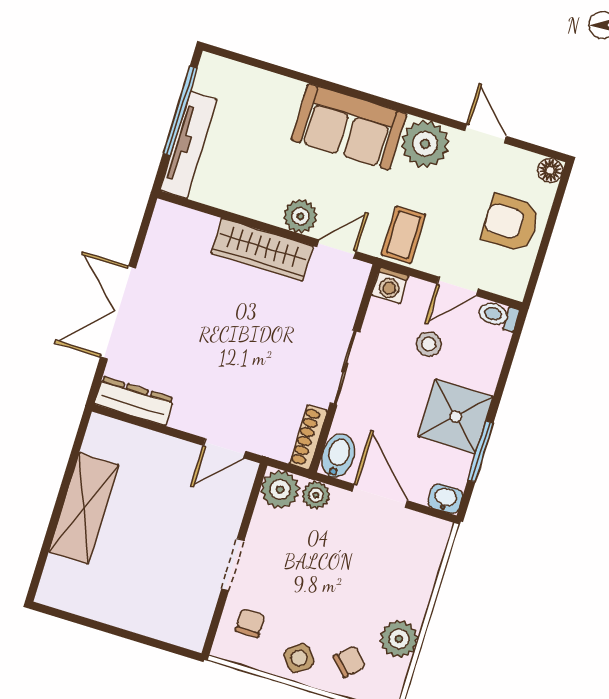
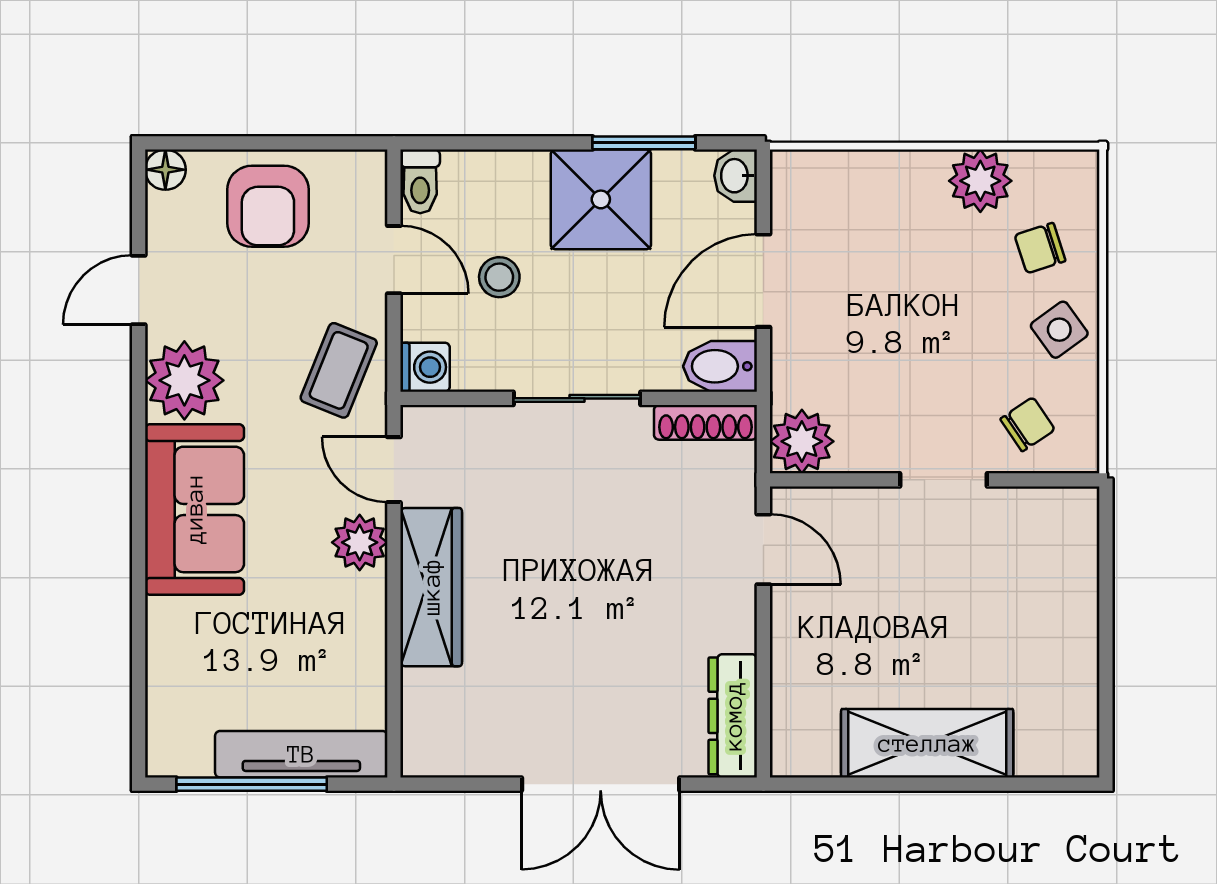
coffee table: (403, 235) -> (339, 370), turned -68
plant: (316, 495) -> (793, 382), removed
chair: (250, 623) -> (1028, 424), turned 146
chair: (350, 661) -> (1040, 248), turned -64

